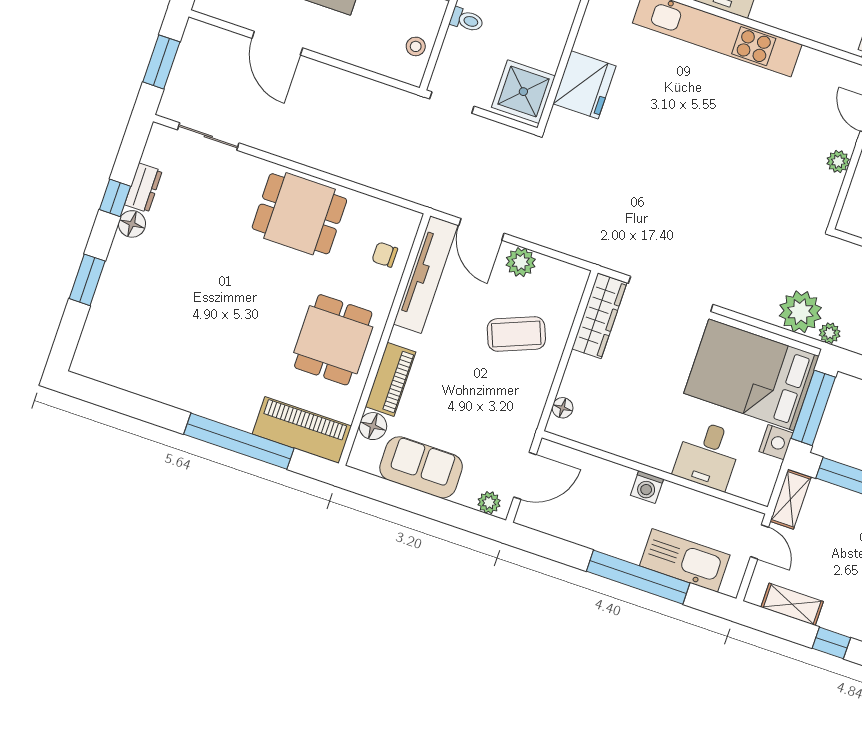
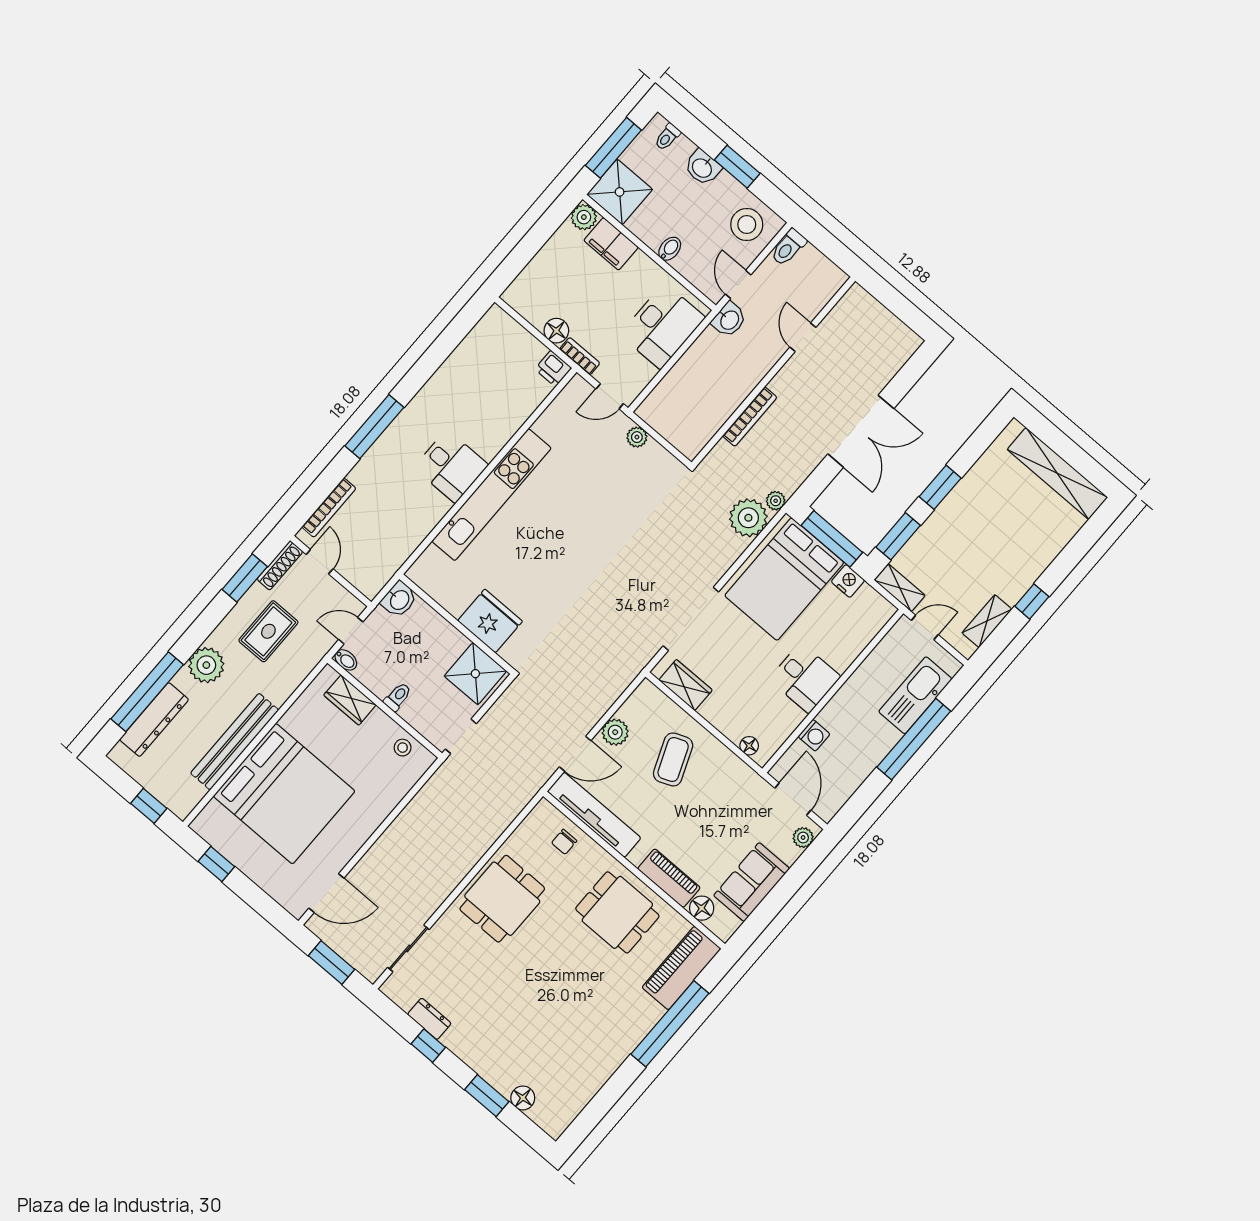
door: (277, 43) -> (326, 893), moved
floor lamp: (132, 224) -> (523, 1098), moved
wardrobe: (599, 316) -> (686, 685), width x0.67
desk: (708, 455) -> (805, 678), moved
washing machine: (647, 487) -> (814, 735), moved

